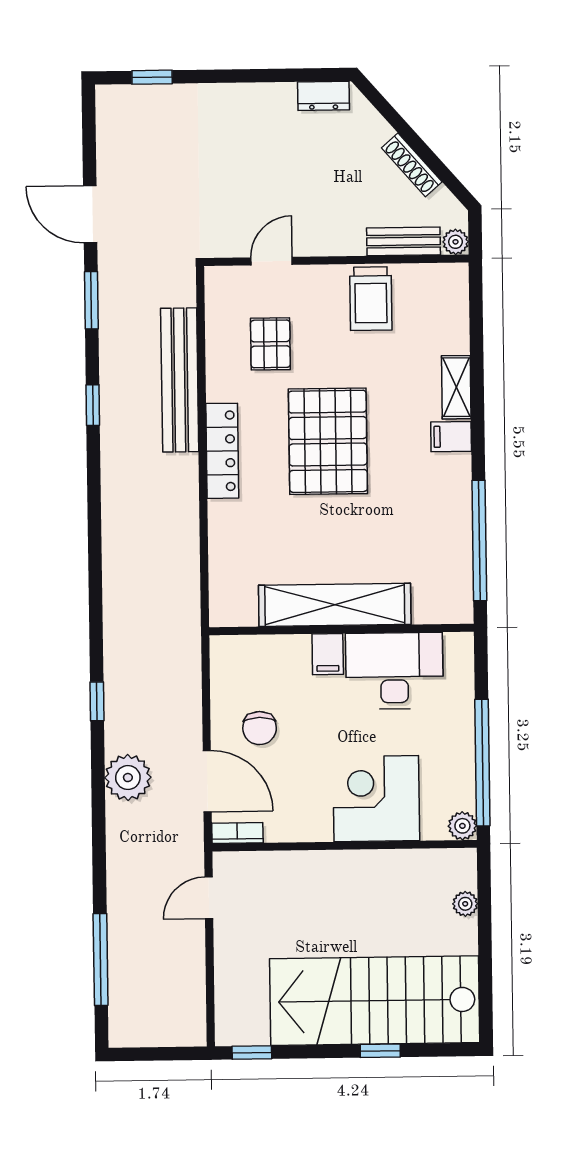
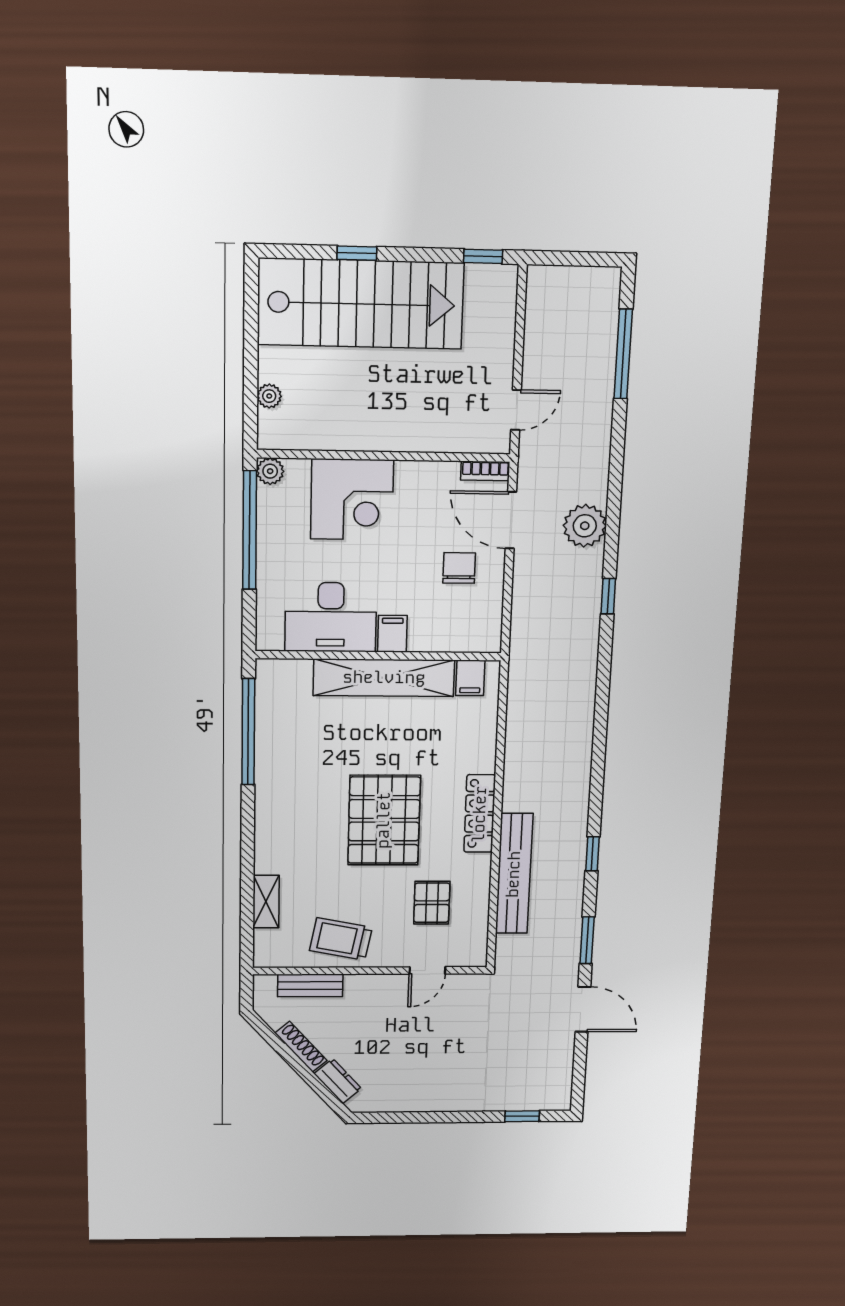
dresser: (323, 96) -> (338, 1081), moved, turned 49
plant: (456, 242) -> (264, 985), removed
trolley: (371, 299) -> (341, 939), turned -79
shelving: (456, 387) -> (266, 902), moved
filing cabinet: (451, 437) -> (470, 678), moved, turned 90

